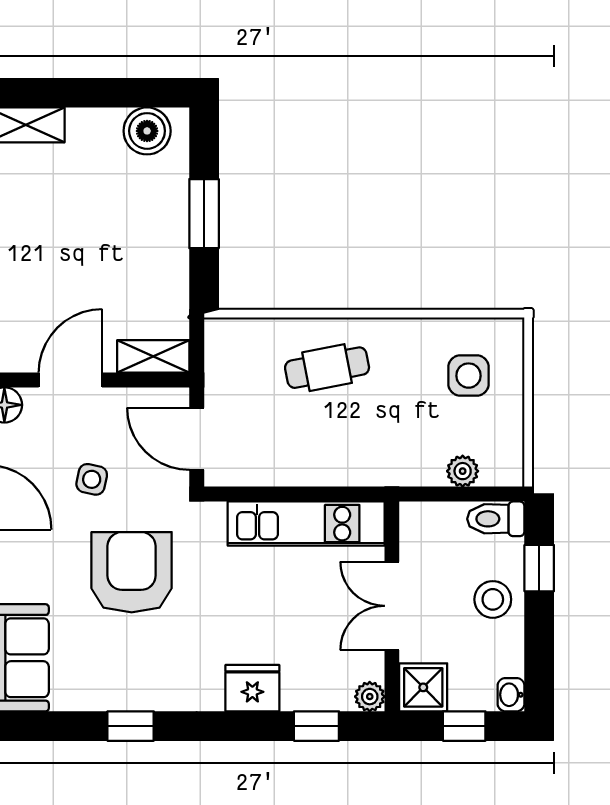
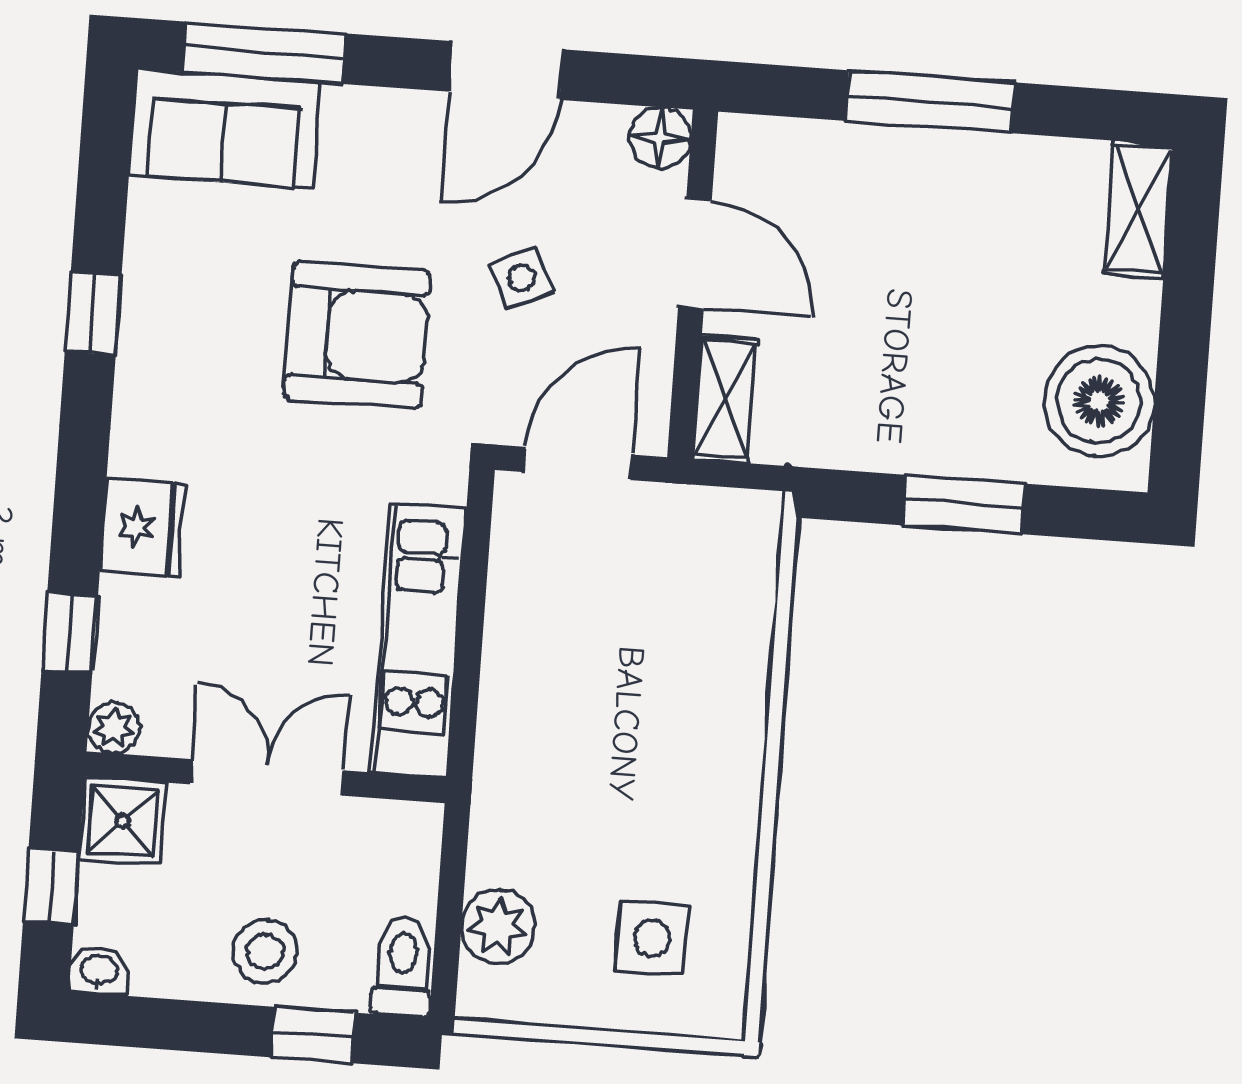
boiler: (147, 131) -> (1099, 401), width x1.37, depth x1.37
cafe table: (327, 368) -> (684, 696), removed
plant: (463, 471) -> (498, 927), width x1.38, depth x1.38
side table: (92, 479) -> (522, 278), turned -38

